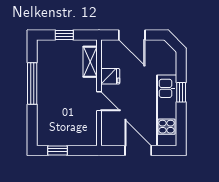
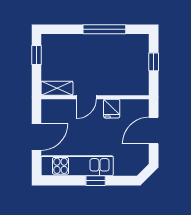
shelving: (90, 62) -> (57, 88), moved

